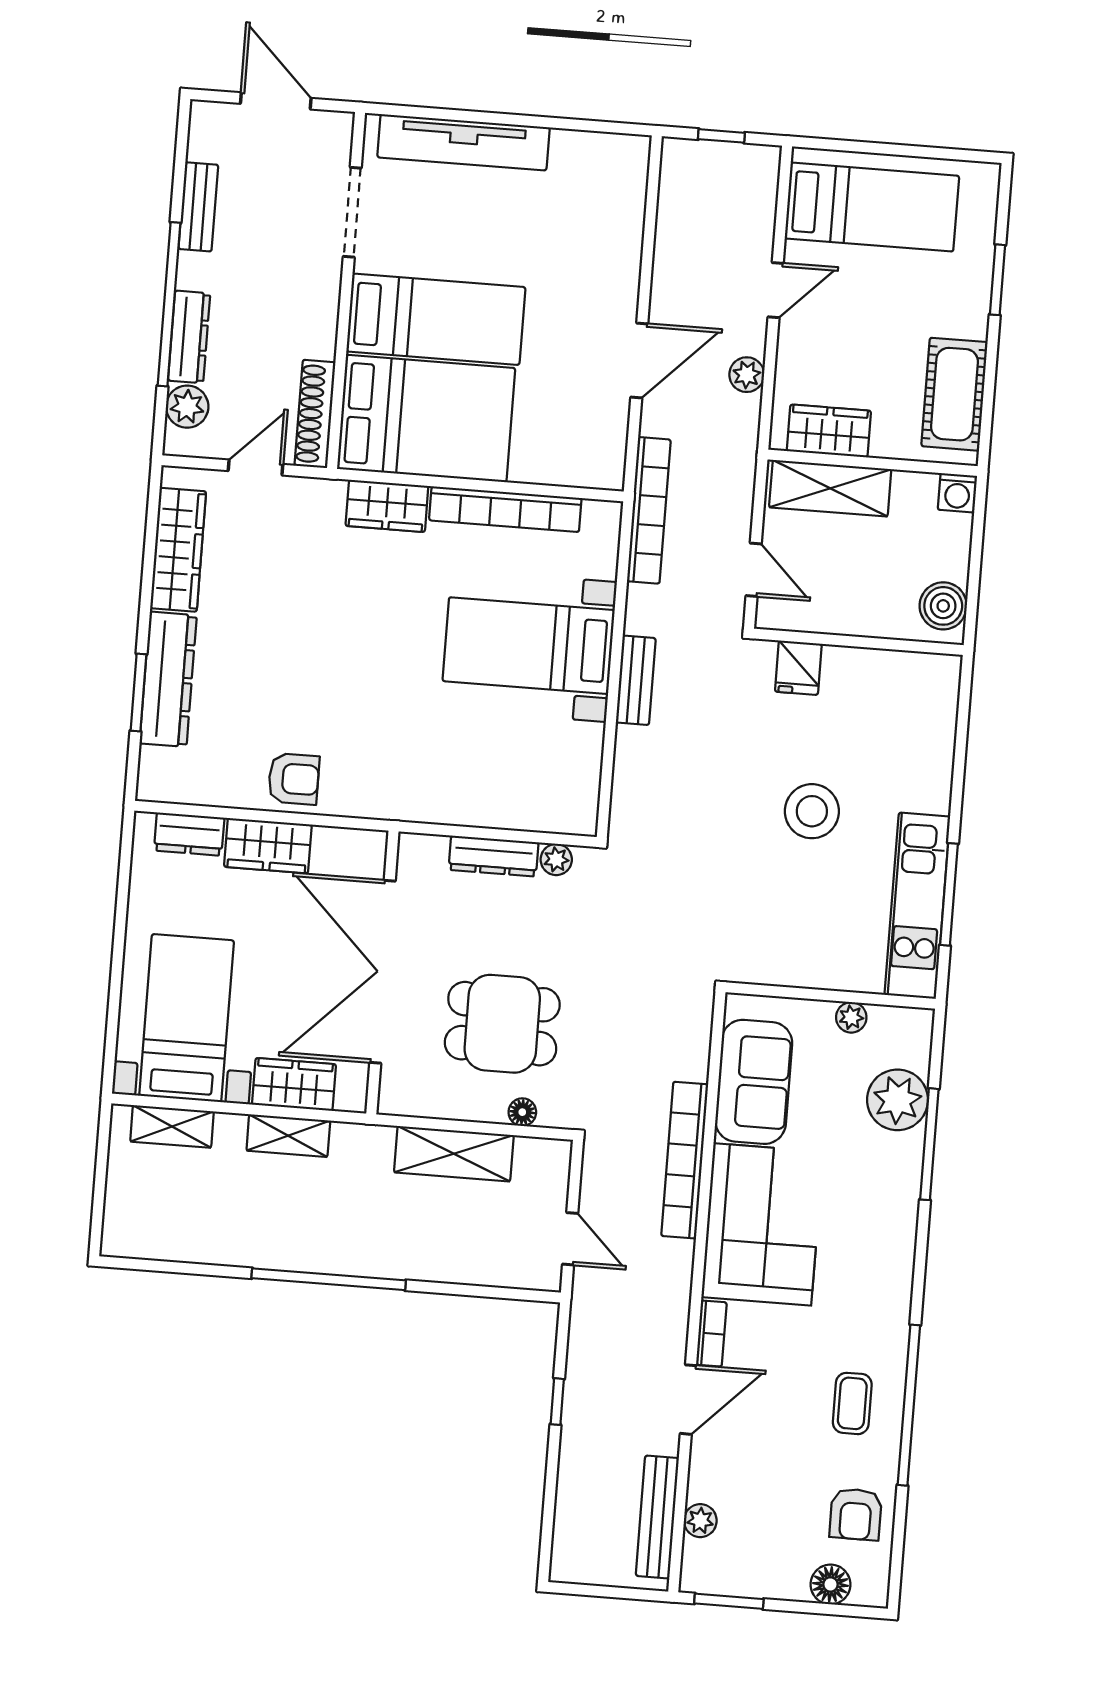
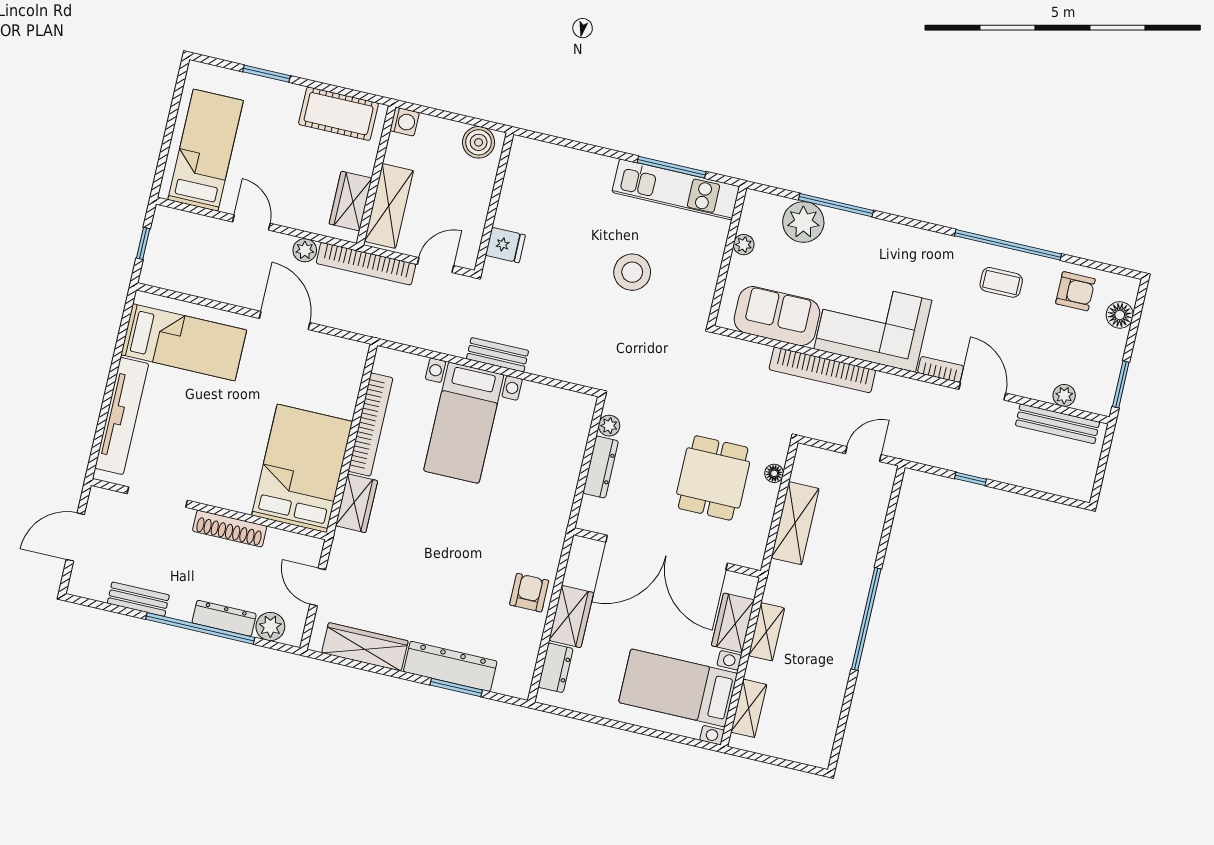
bed: (436, 319) -> (184, 342), moved, turned 90
shoe rack: (315, 414) -> (230, 529), moved
bookcase: (649, 510) -> (366, 264), moved, turned 180
stool: (812, 811) -> (632, 272), moved

